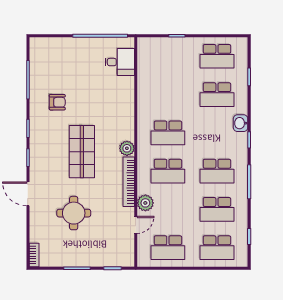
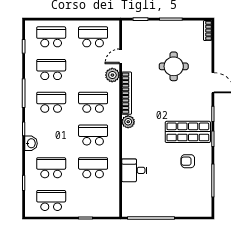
desk: (120, 62) -> (134, 170), moved
school desk: (168, 95) -> (93, 168), added
shop shelf: (82, 152) -> (188, 132), moved, turned 90

